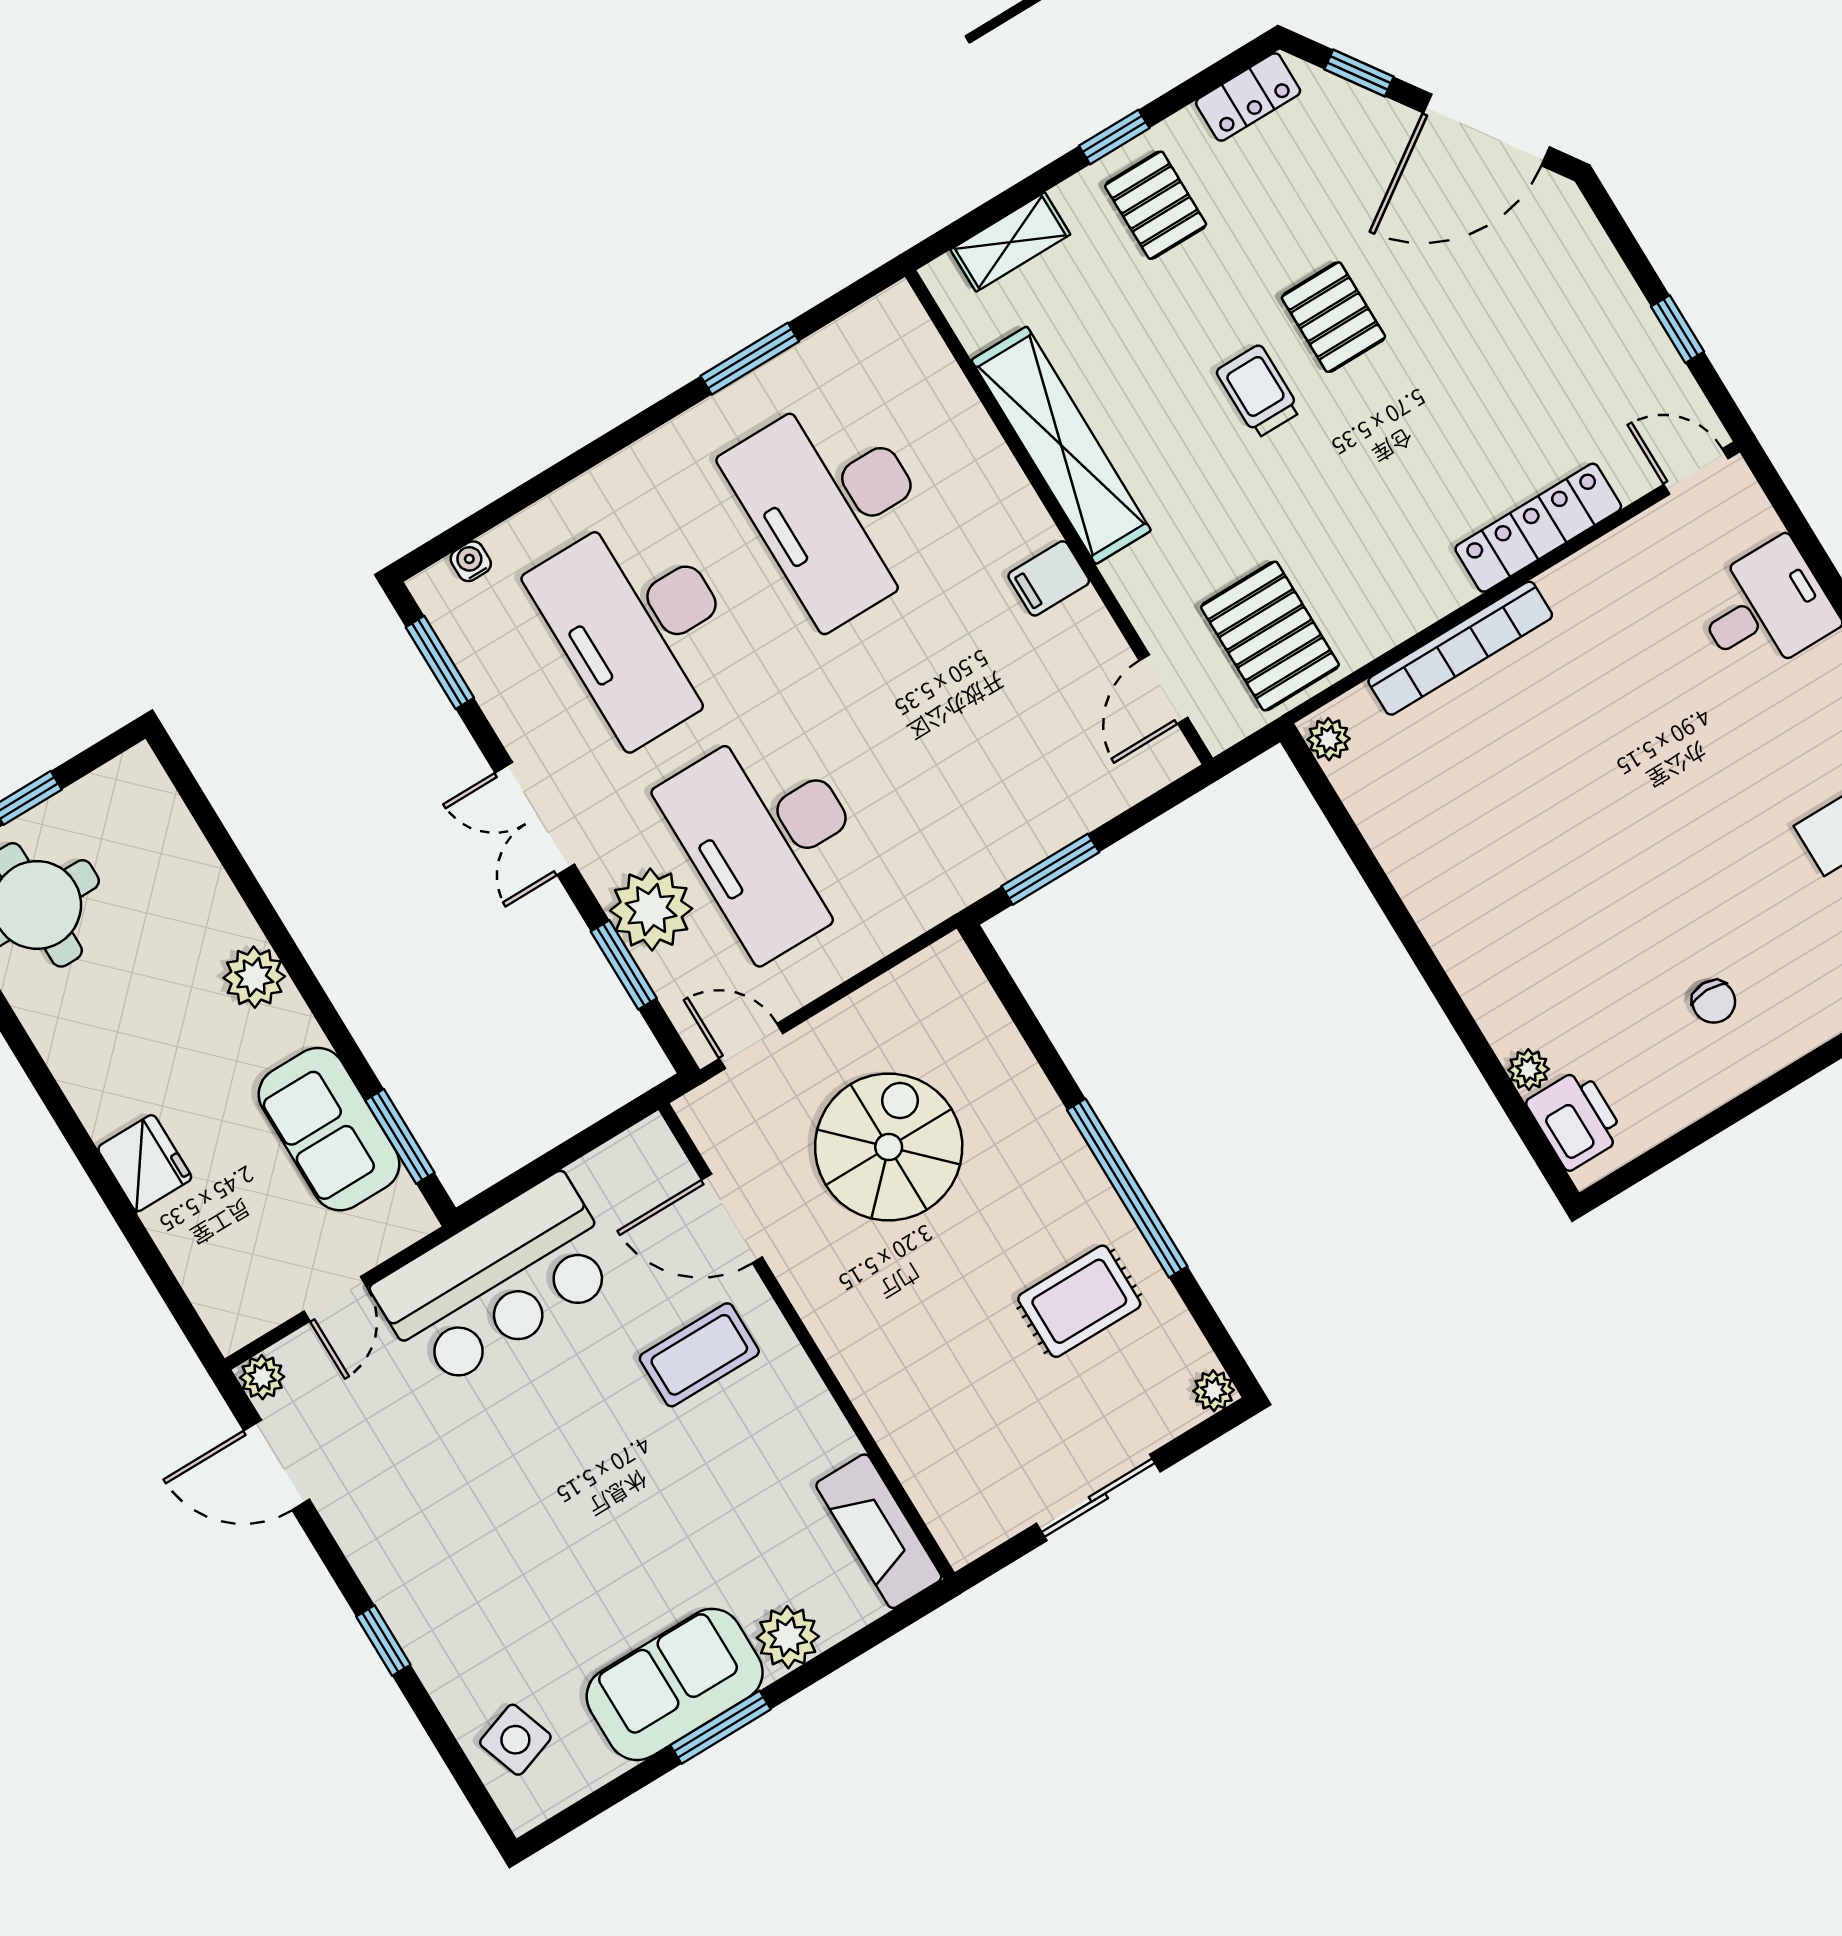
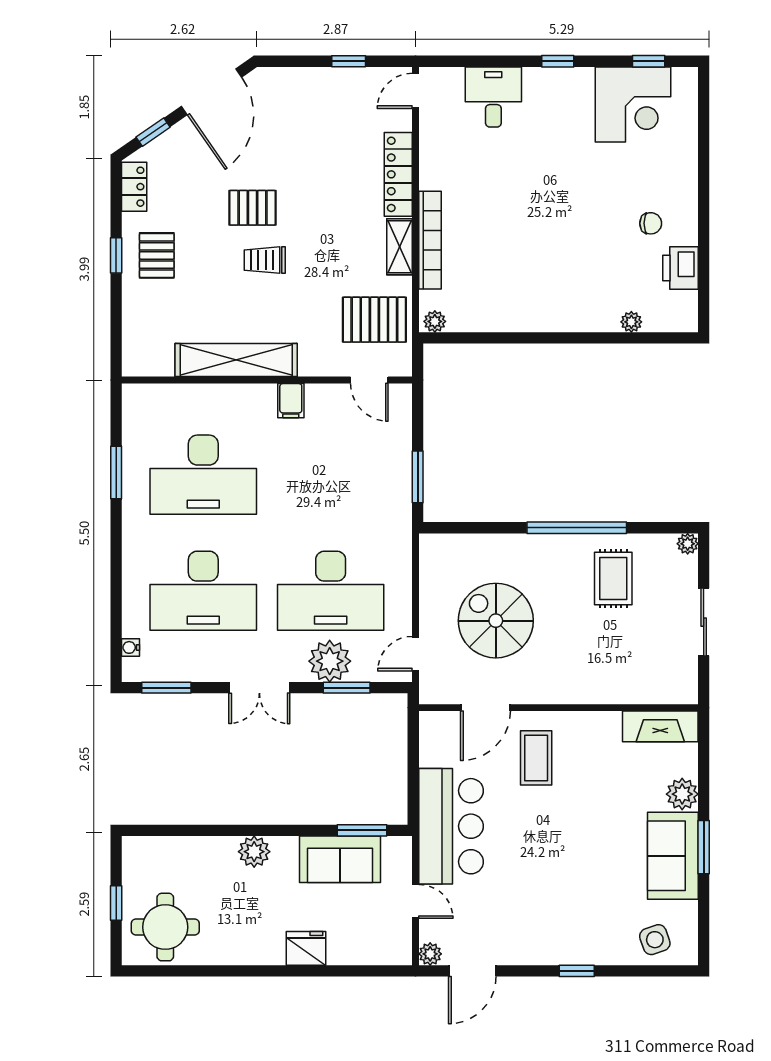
pallet: (1156, 205) -> (157, 255), turned 90
shelving: (1010, 242) -> (399, 247), moved
printer: (1575, 1119) -> (680, 268), moved, turned -90

